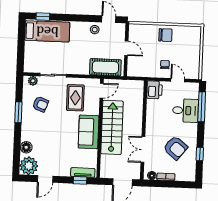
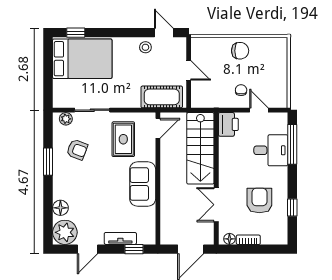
bed: (47, 31) -> (82, 59), width x1.50
stairs: (112, 127) -> (200, 148), moved, turned 180
armchair: (175, 148) -> (259, 200), turned -129
tv unit: (83, 172) -> (120, 238), moved

